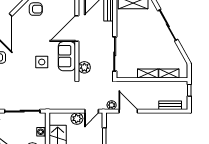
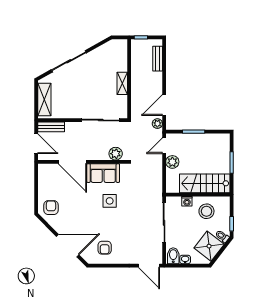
shelving: (169, 74) -> (122, 60), removed
door: (92, 111) -> (164, 146), swing flipped

